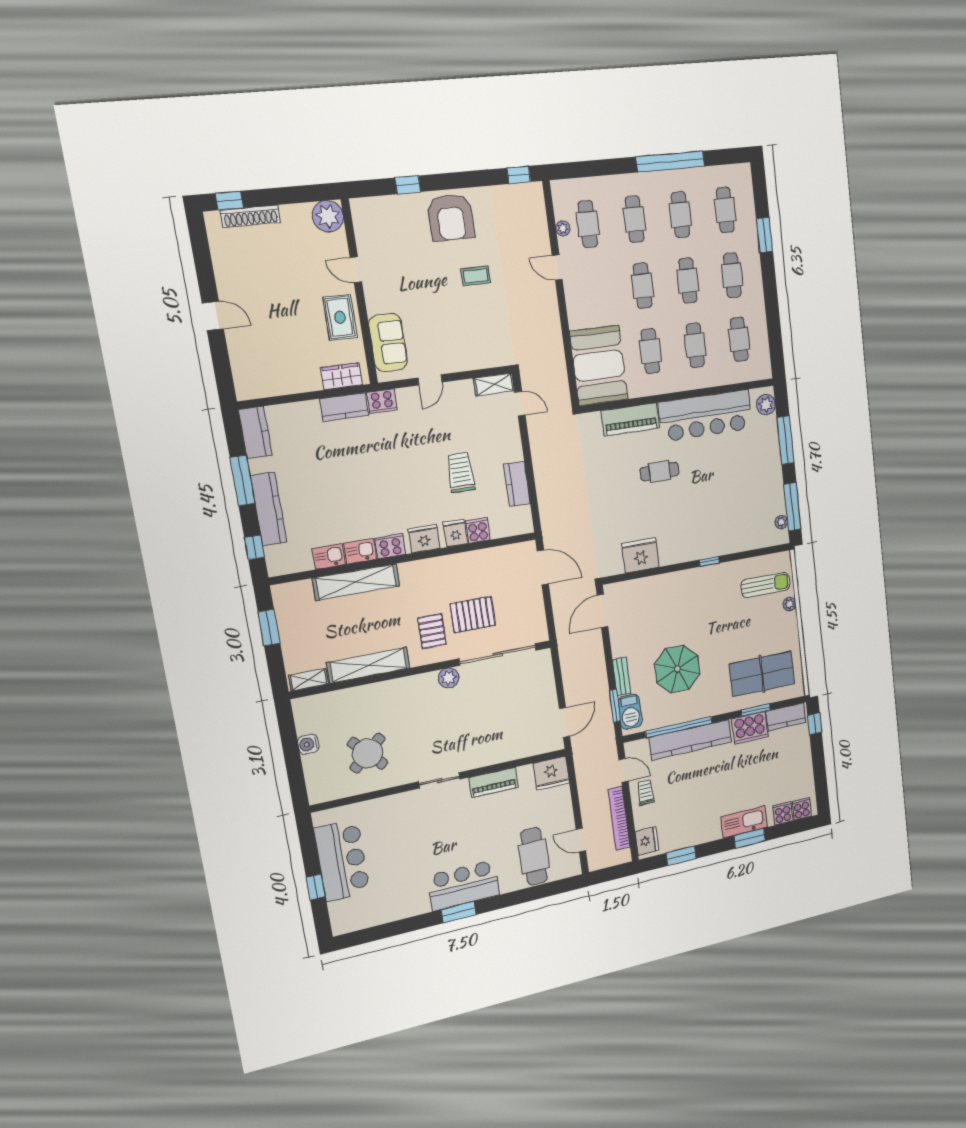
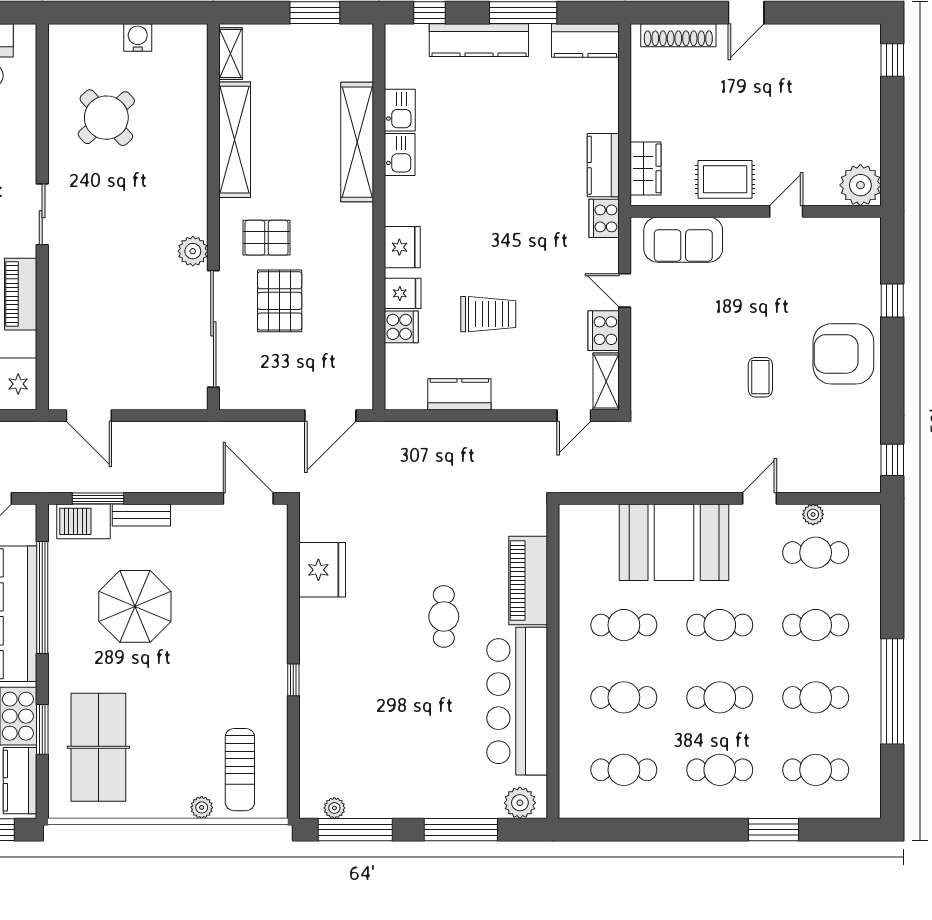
shoe rack: (251, 216) -> (678, 35), moved, turned -90
booth: (599, 366) -> (674, 542), moved
cooker: (390, 546) -> (604, 331), moved, turned 180

